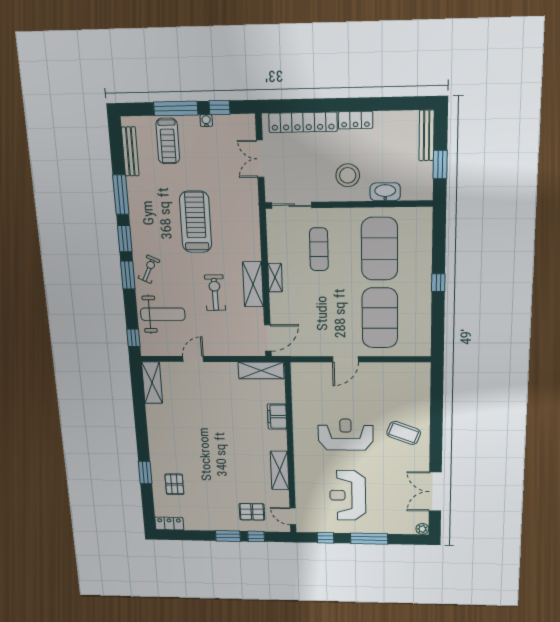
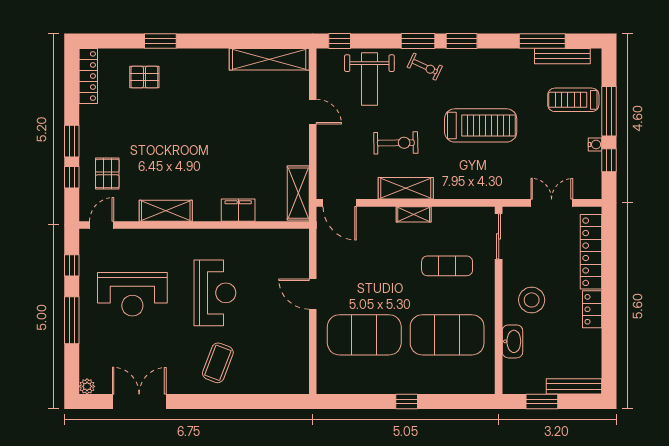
window: (121, 195) -> (542, 41), moved
shelving: (152, 383) -> (269, 59), width x1.47
reception desk: (348, 495) -> (132, 294), turned 180
locker: (169, 524) -> (88, 76), width x1.53

